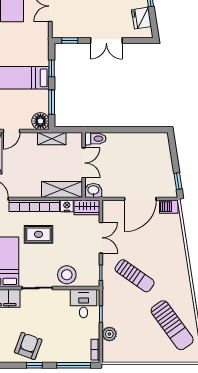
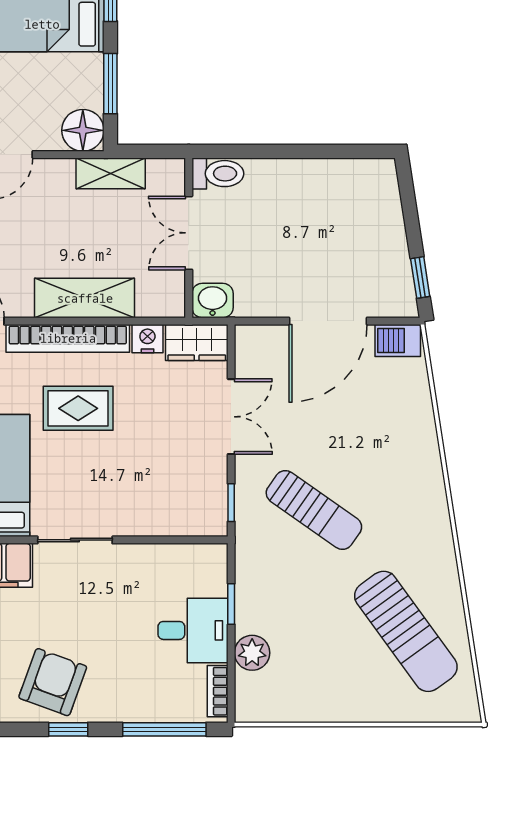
double door: (84, 163) -> (189, 233), swing flipped
shelving: (62, 189) -> (85, 298), moved
stool: (67, 275) -> (148, 507), removed
desk: (84, 304) -> (193, 630), moved, turned 90

